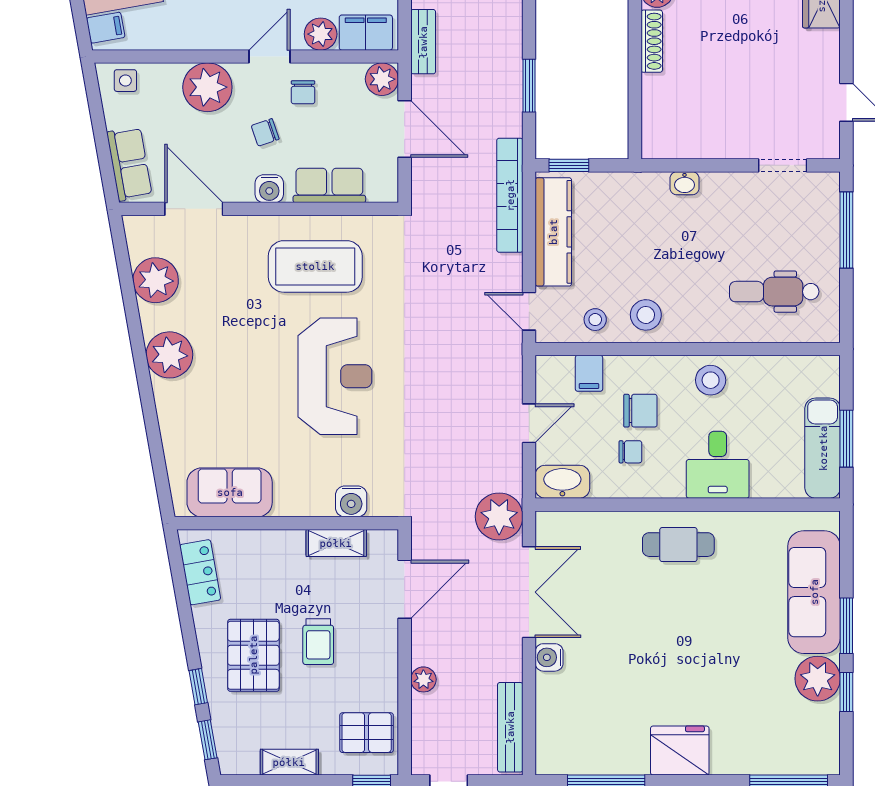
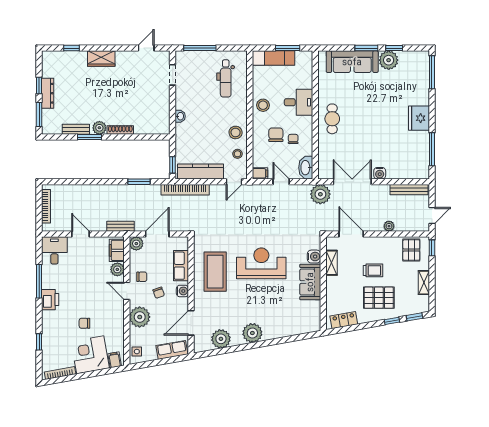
filing cabinet: (589, 373) -> (260, 173), moved
exam couch: (823, 448) -> (274, 58), moved
sofa: (230, 492) -> (310, 282), moved

